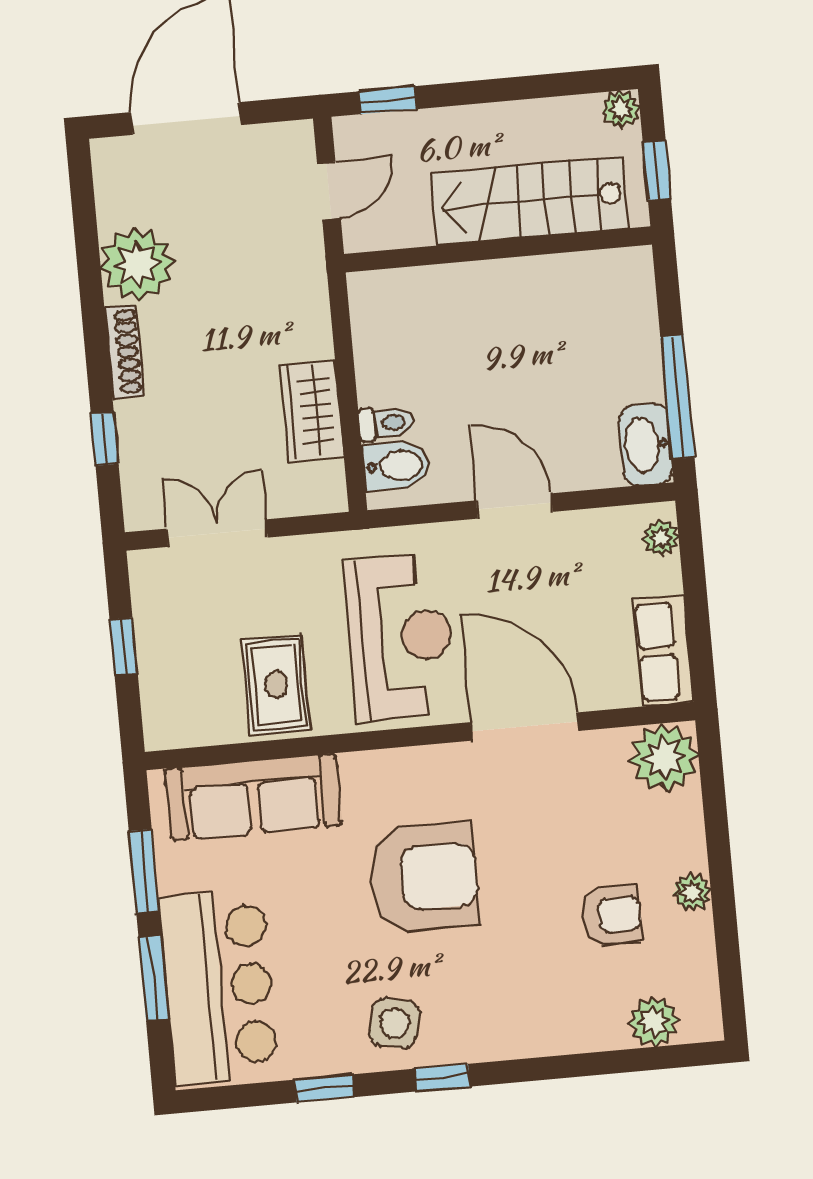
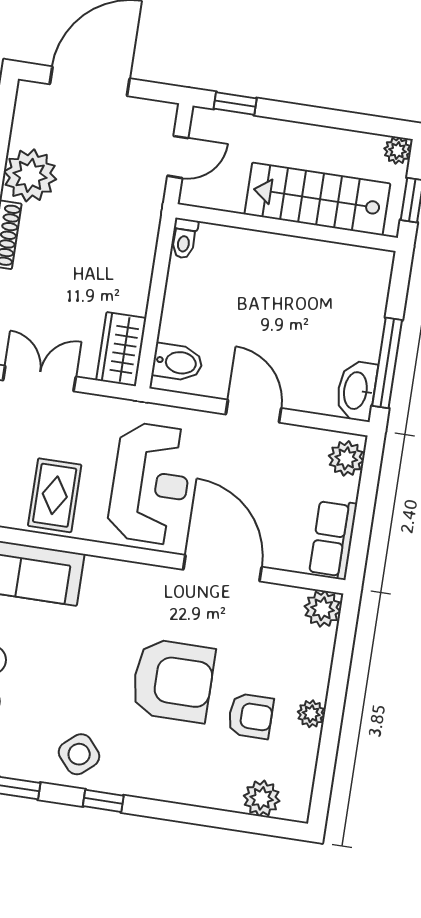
wardrobe: (312, 411) -> (121, 349), moved
toilet: (386, 423) -> (184, 238), moved, turned 90
plant: (661, 538) -> (346, 458), width x1.38, depth x1.38
plant: (664, 758) -> (323, 609), width x0.73, depth x0.73
armchair: (424, 878) -> (173, 681), moved
side table: (395, 1023) -> (79, 754), turned 36

